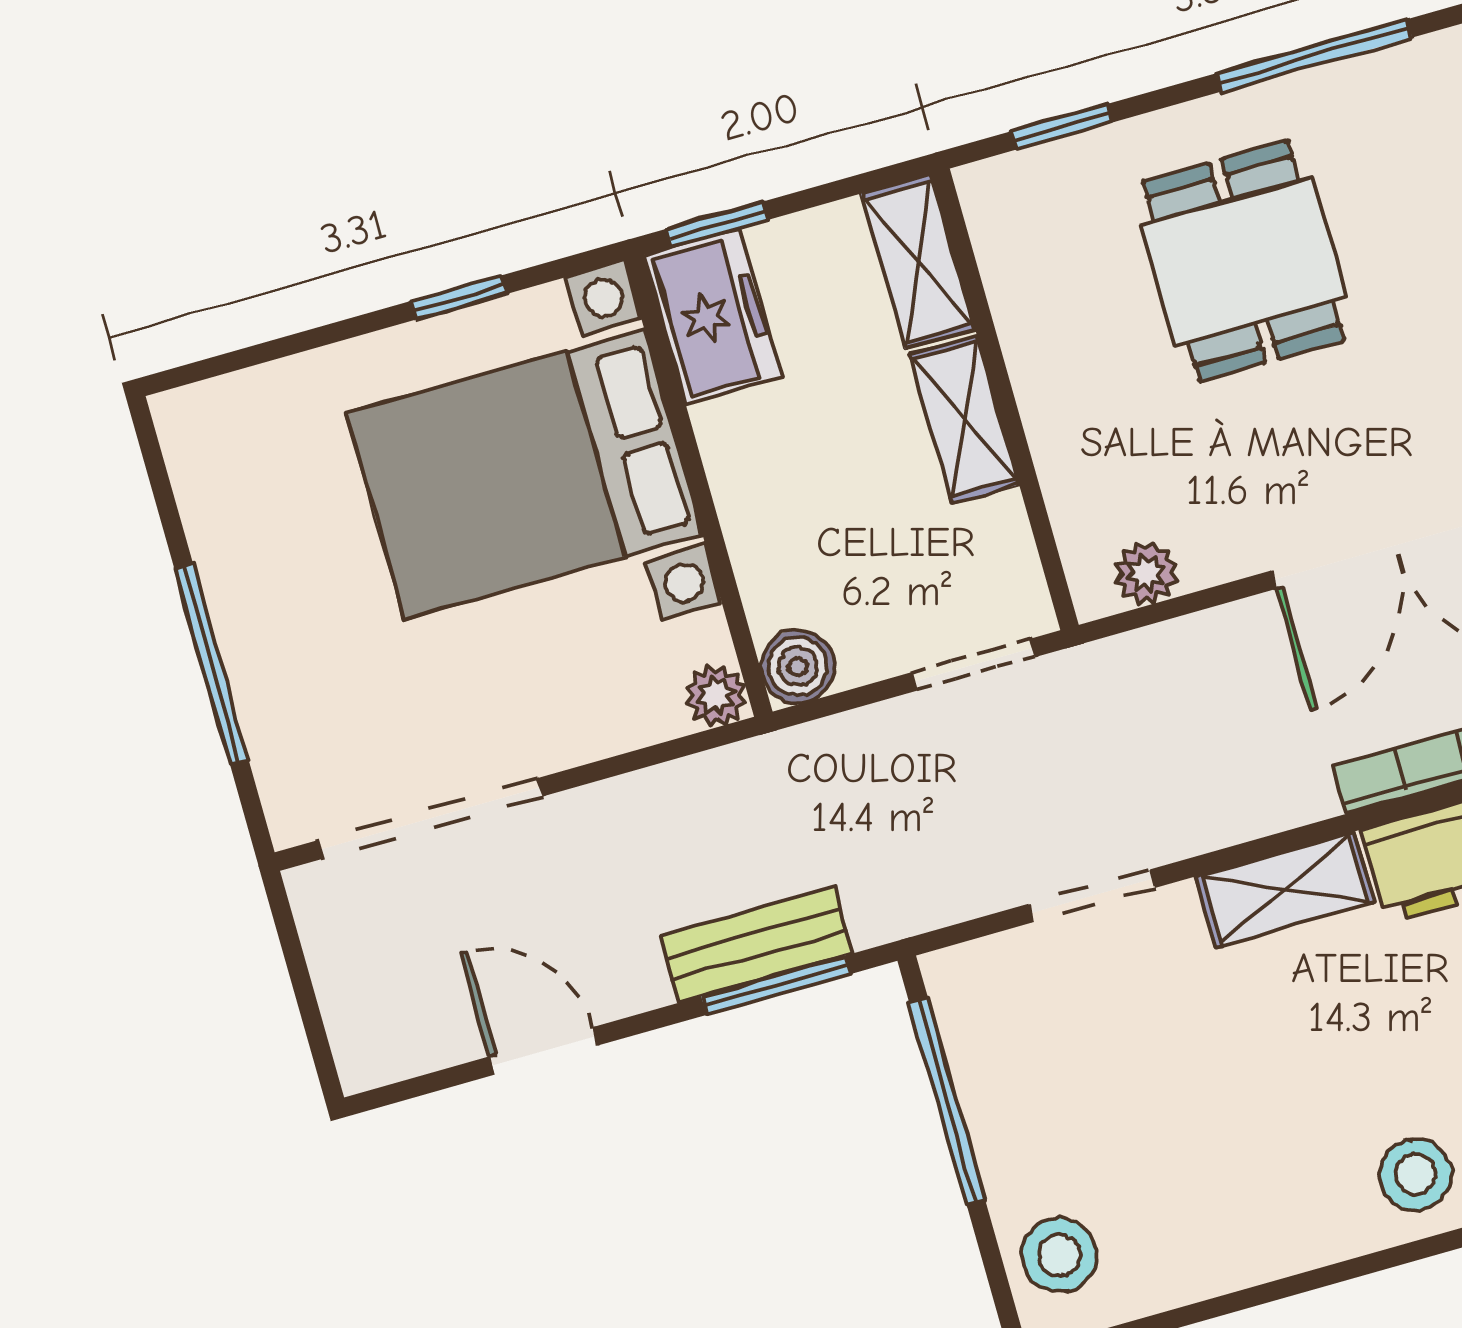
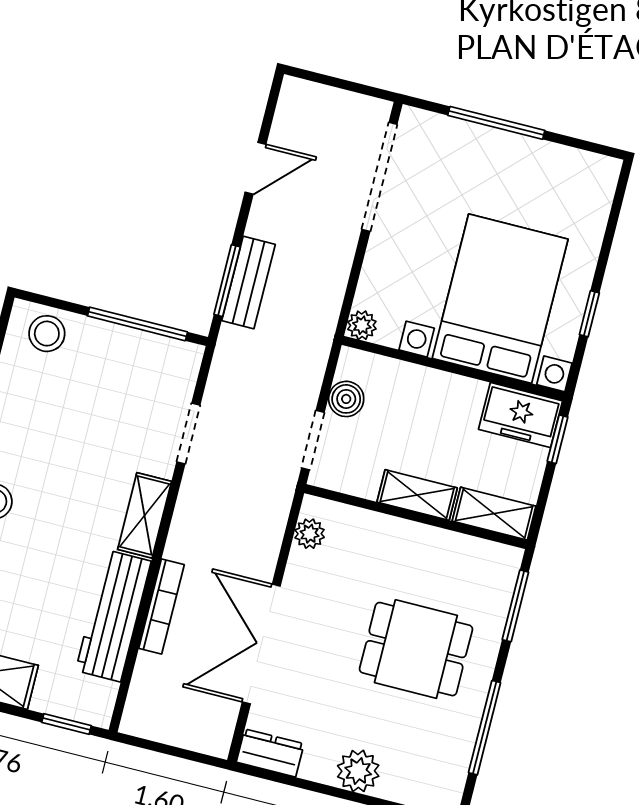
window: (1062, 127) -> (515, 606), width x1.50
boiler: (798, 666) -> (346, 399), moved

